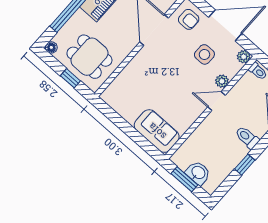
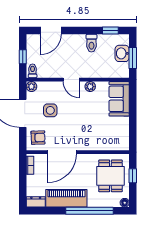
armchair: (189, 19) -> (38, 138), turned 88
plant: (222, 81) -> (90, 87), moved
toilet: (247, 137) -> (91, 43), moved
window: (245, 165) -> (110, 31), moved

